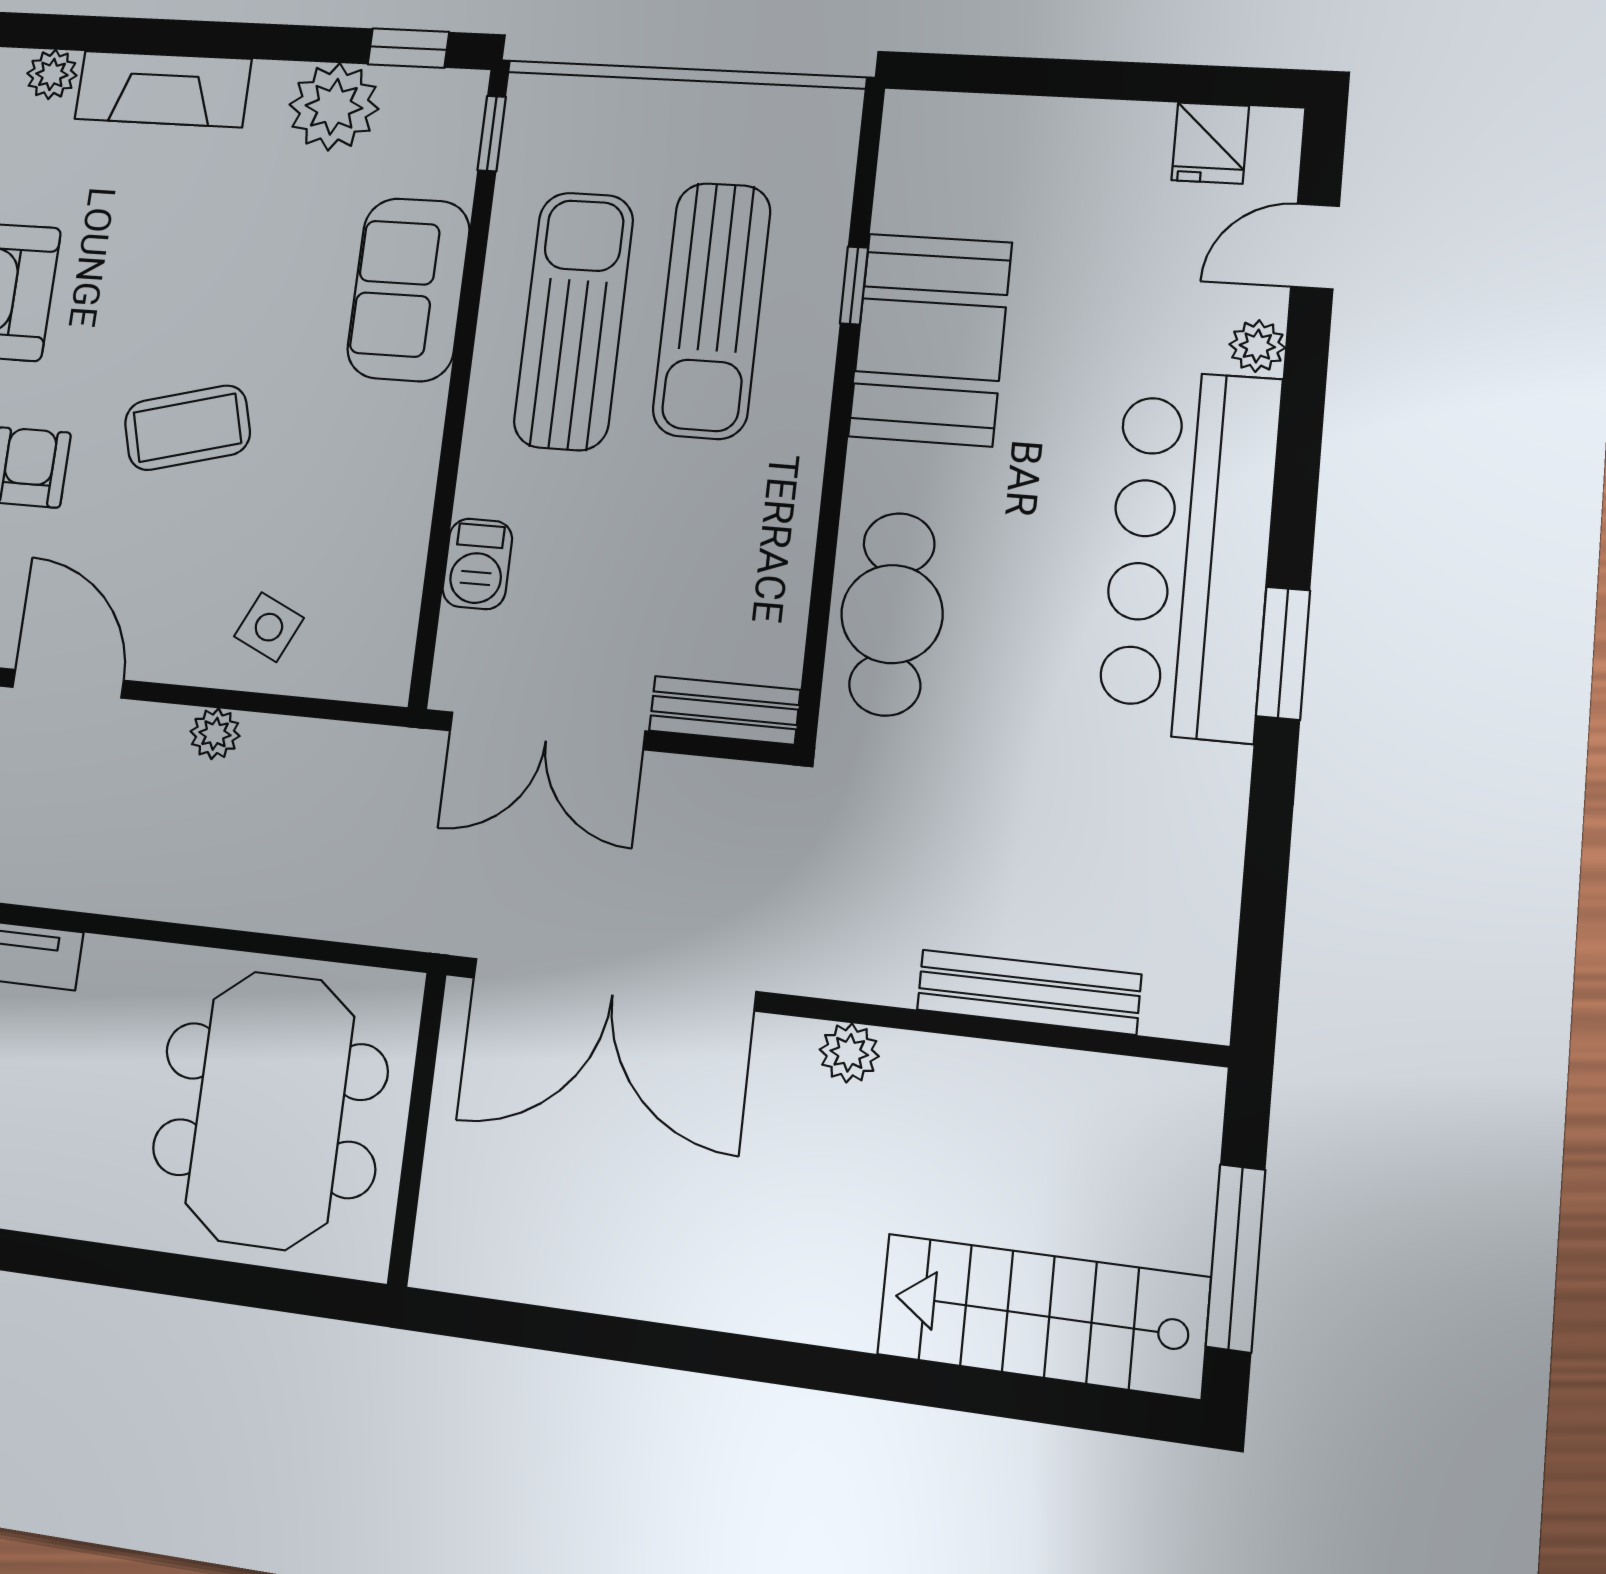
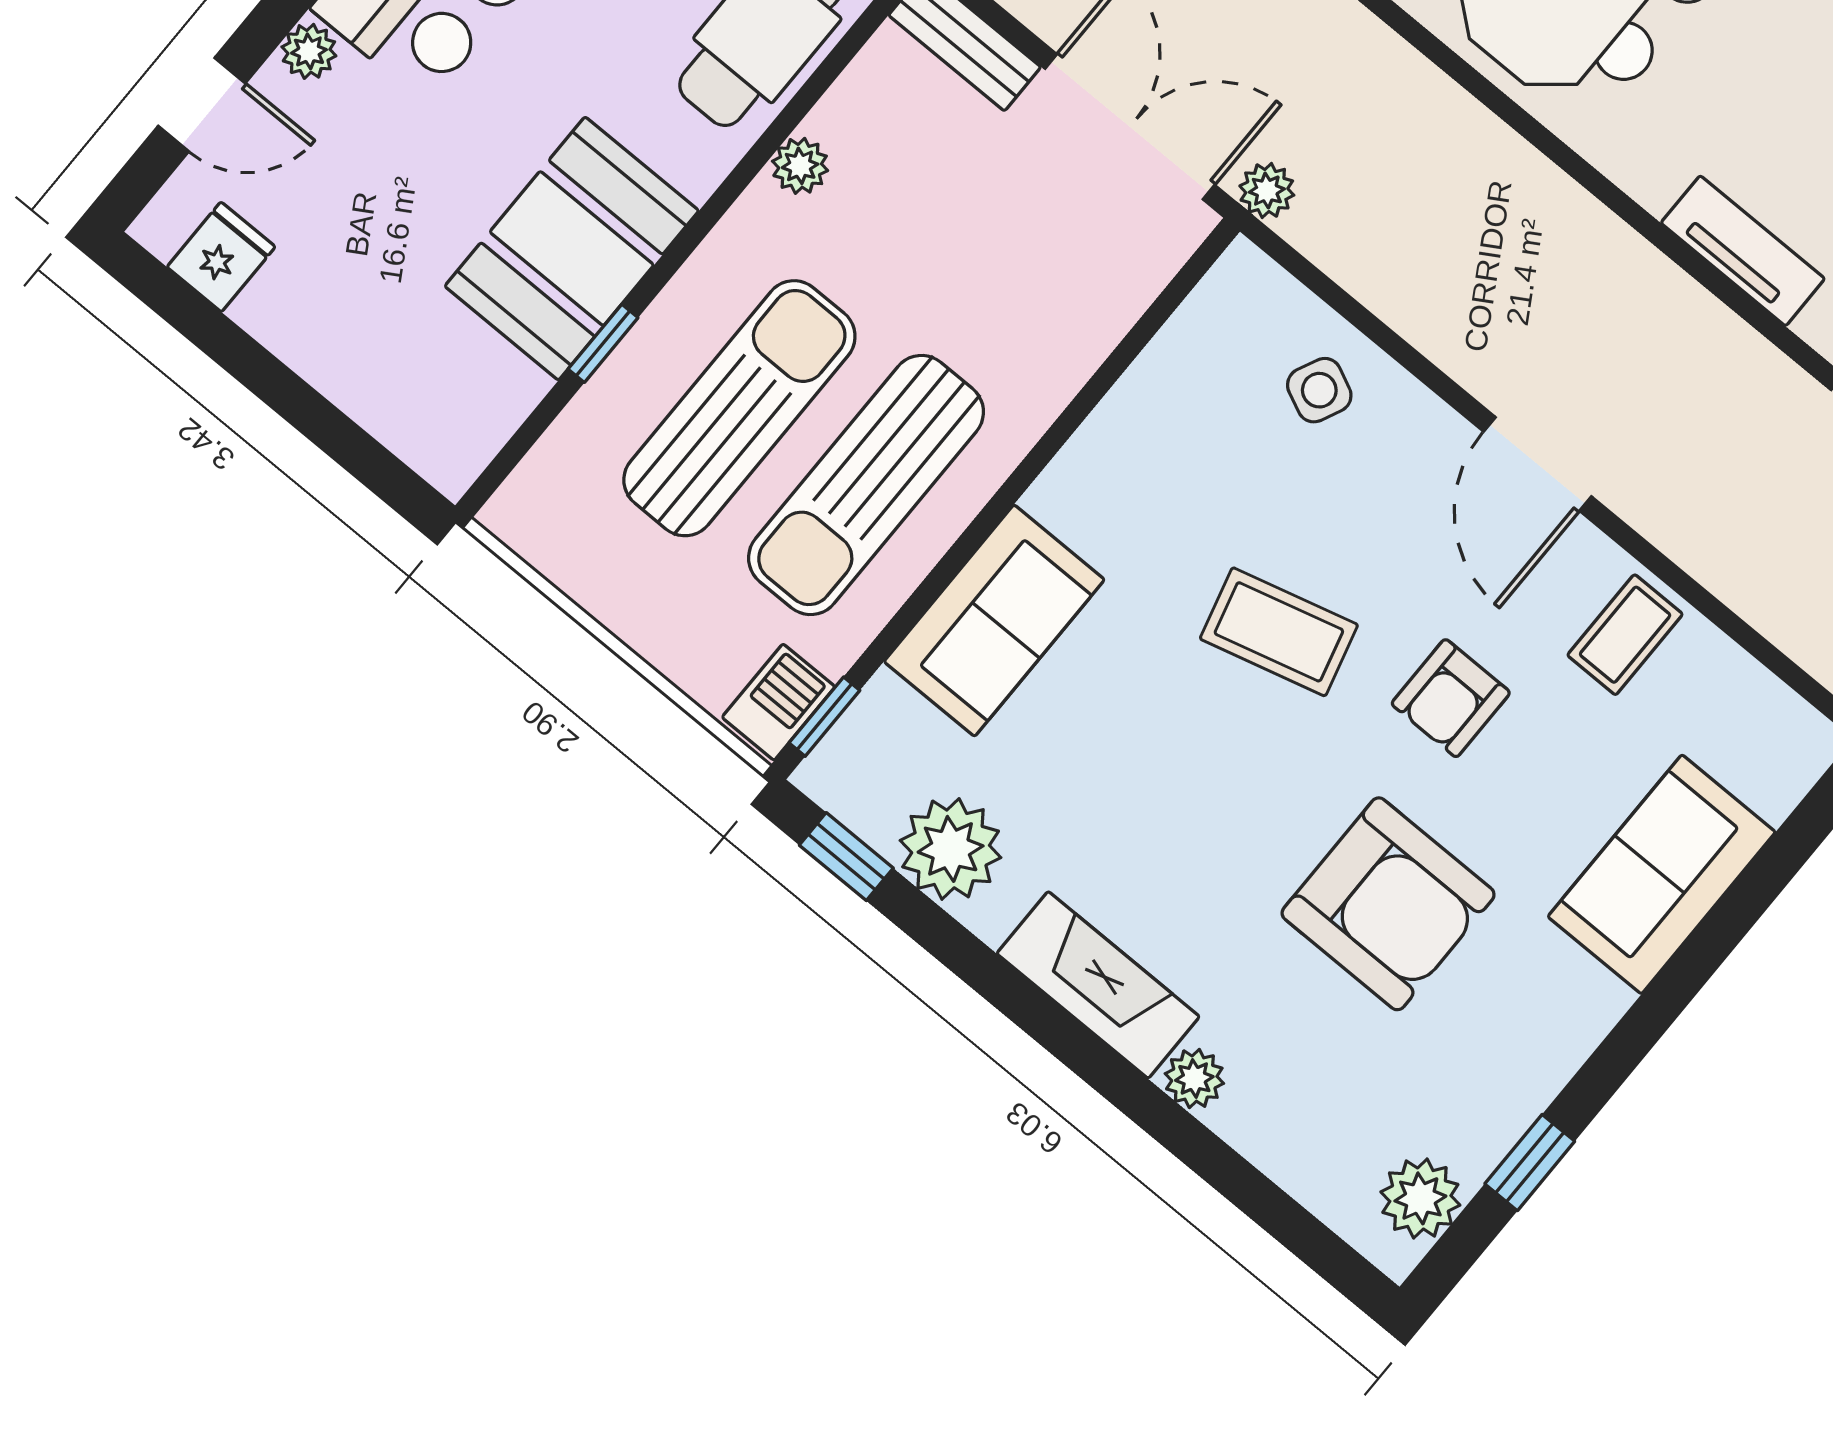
plant: (791, 525) -> (800, 166), added
barbecue: (477, 564) -> (779, 702), moved
plant: (215, 734) -> (1267, 191), moved

